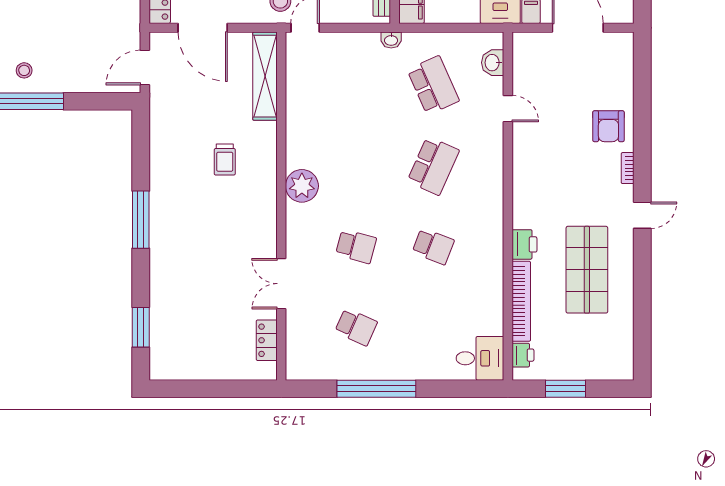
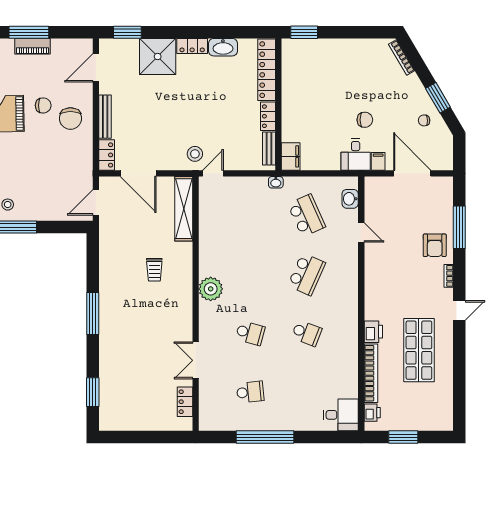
window: (642, 102) -> (459, 227), added
school desk: (356, 327) -> (250, 392), turned -30

